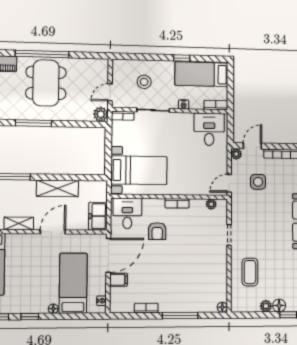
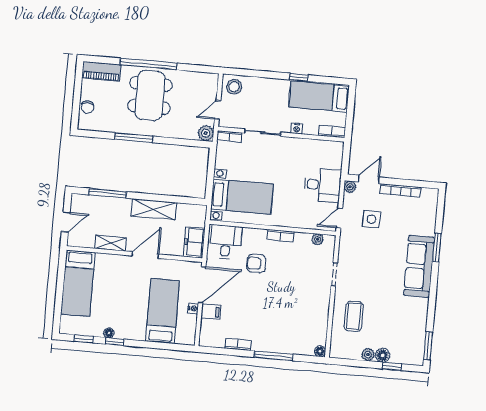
stool: (144, 82) -> (234, 87), moved
desk: (209, 129) -> (322, 185), moved, turned 90
armchair: (157, 231) -> (256, 264), turned 90
nightstand: (102, 301) -> (193, 308), moved
floor lamp: (53, 309) -> (109, 333), moved

